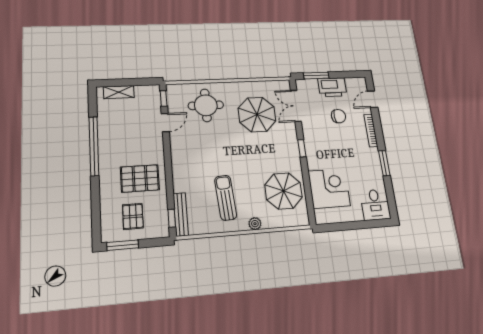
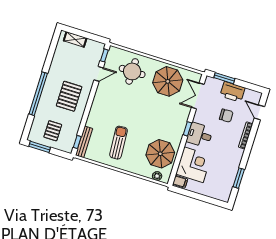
door: (373, 99) -> (259, 112), hinge flipped
parasol: (257, 115) -> (168, 81), moved
window: (94, 146) -> (38, 94), moved
window: (384, 163) -> (239, 178), moved
pallet: (140, 178) -> (69, 96), moved, turned 90
desk: (375, 205) -> (200, 135), moved, turned 90
filing cabinet: (323, 216) -> (180, 182), added
plant: (255, 224) -> (157, 176), moved

